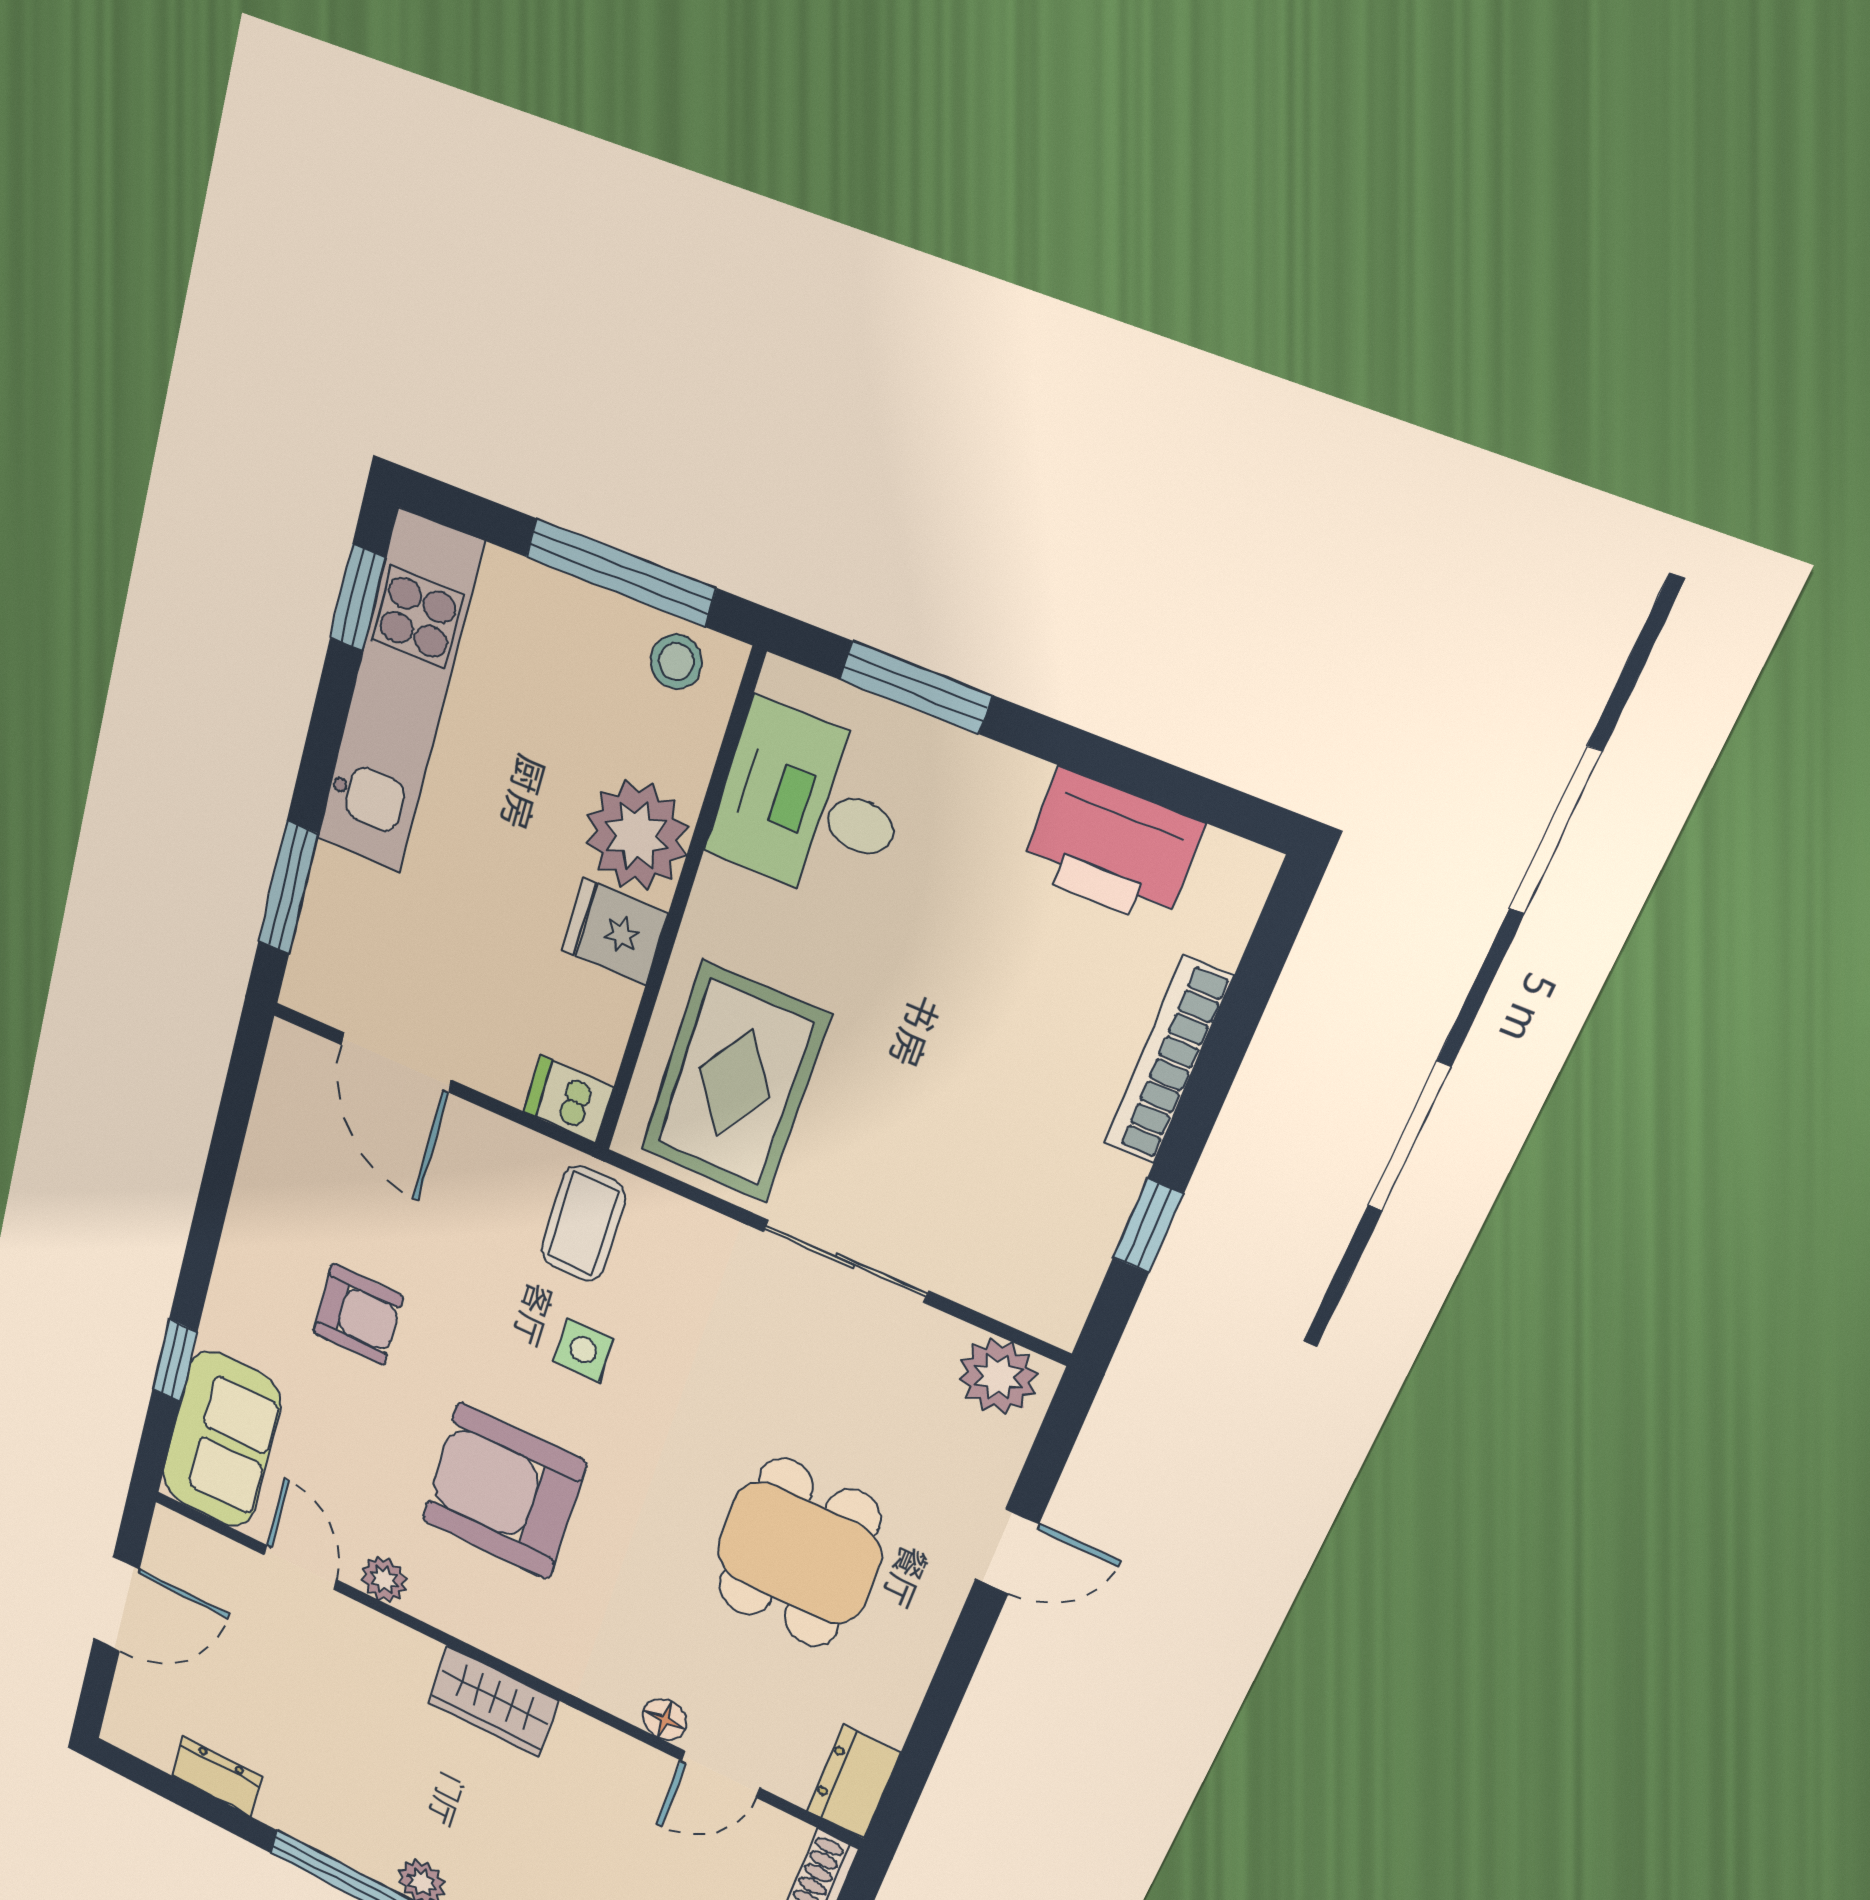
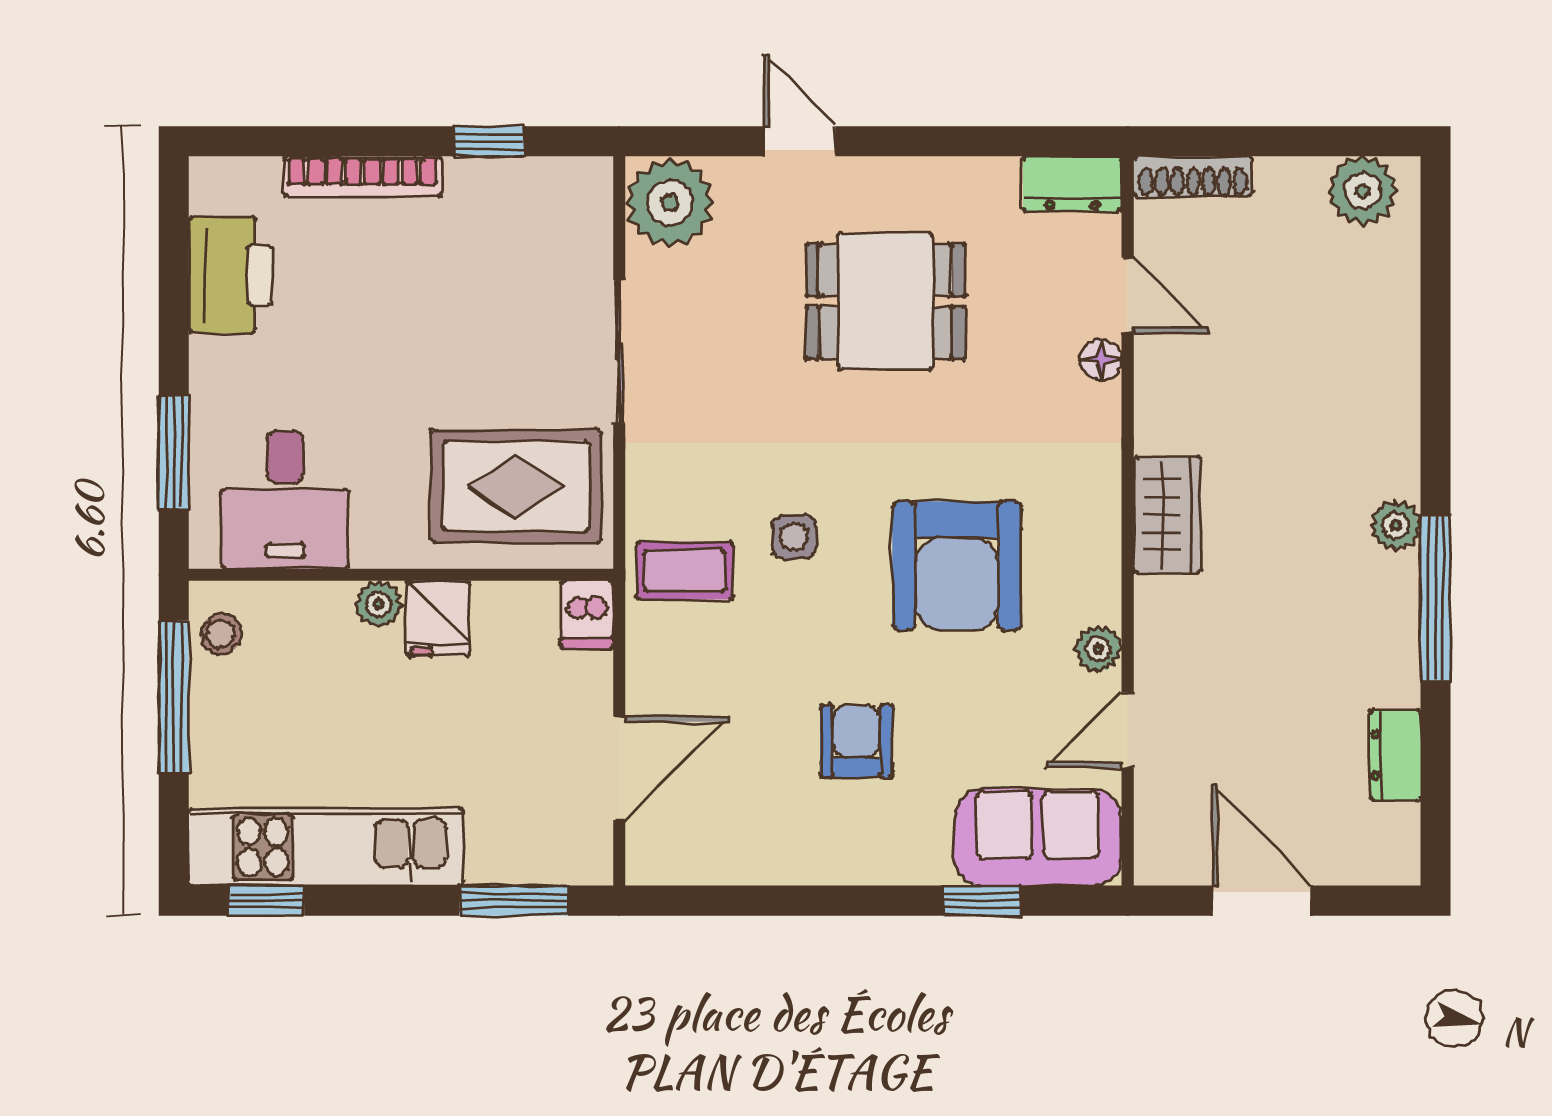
plant: (637, 835) -> (379, 604), width x0.53, depth x0.53
plant: (998, 1377) -> (670, 203), width x1.36, depth x1.36

